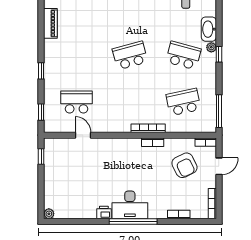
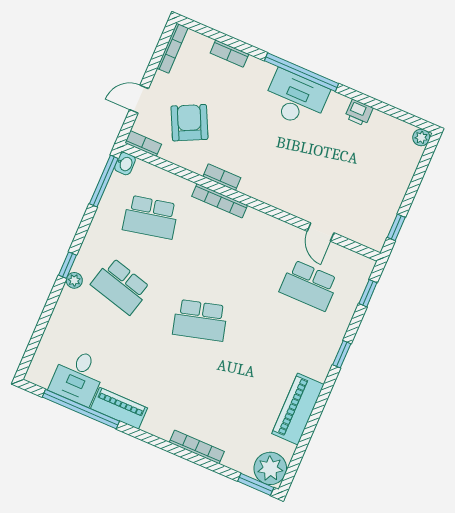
piano: (50, 23) -> (298, 409), width x1.37, depth x1.33
washbasin: (209, 29) -> (125, 164), moved, width x0.52, depth x0.69
printer: (104, 213) -> (359, 113), moved

